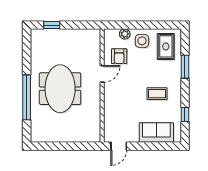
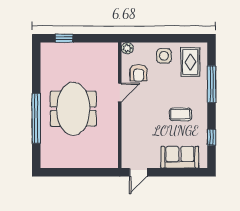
plant: (125, 34) -> (127, 48), moved
window: (185, 67) -> (212, 84), width x1.44

